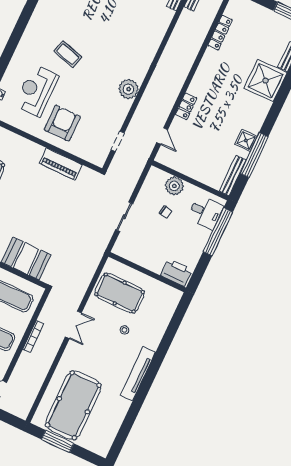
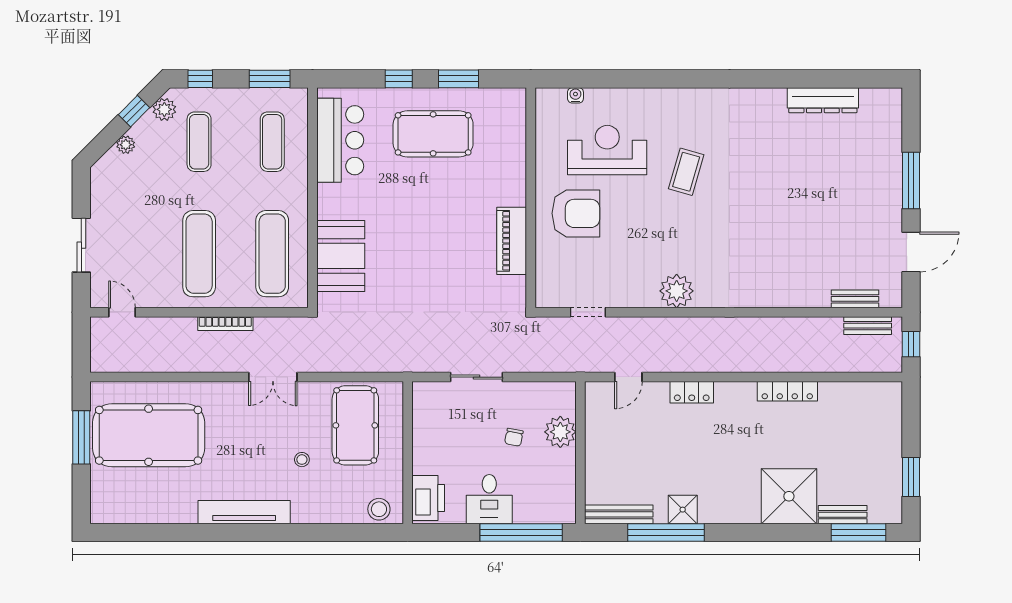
locker: (220, 33) -> (787, 391), moved
desk: (205, 212) -> (489, 499), moved
stool: (170, 301) -> (379, 509), added

